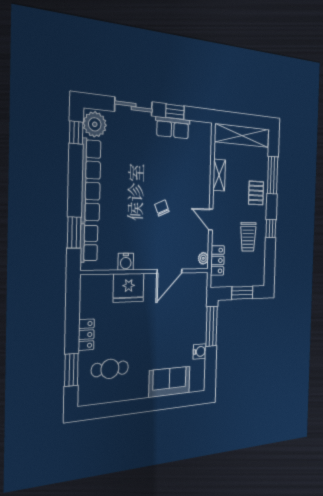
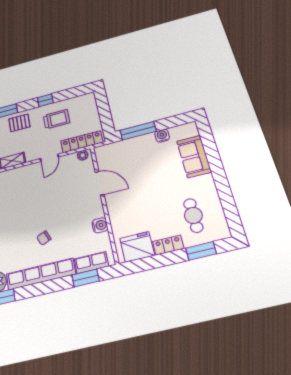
chair: (162, 208) -> (44, 238), moved
locker: (217, 261) -> (82, 142), width x1.53
fridge: (129, 288) -> (137, 247), moved, turned -90
window: (242, 293) -> (104, 111), removed

